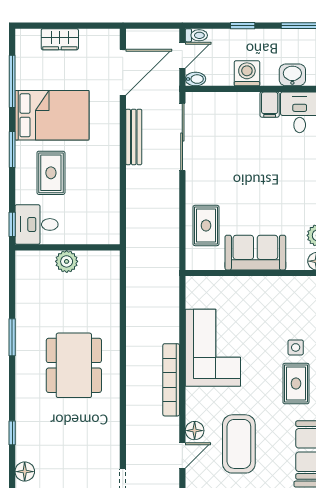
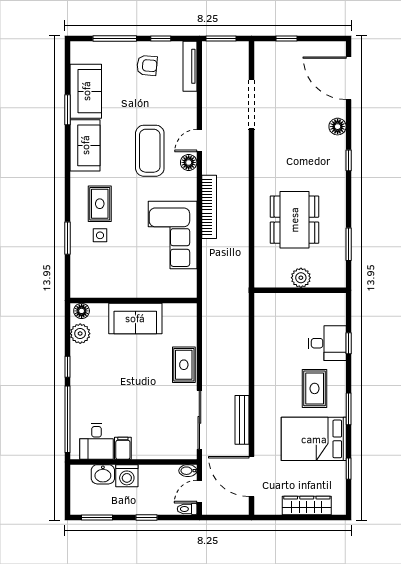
wardrobe: (60, 39) -> (307, 506), width x1.50
door: (123, 72) -> (251, 477), hinge flipped
washing machine: (247, 73) -> (127, 476), moved
window: (12, 81) -> (349, 469), width x0.46
rug: (206, 225) -> (184, 365), moved
wall: (68, 247) -> (300, 290), moved
plant: (67, 261) -> (301, 278), moved

